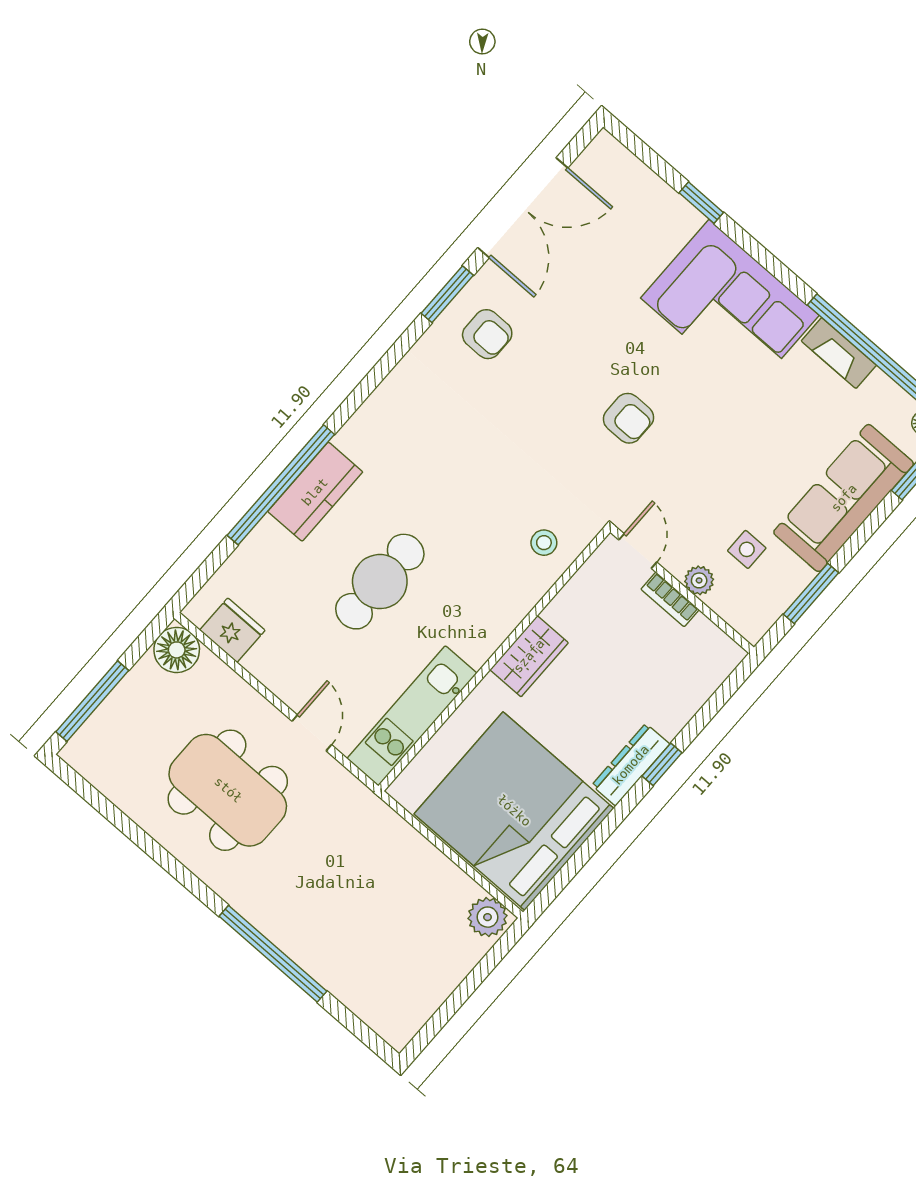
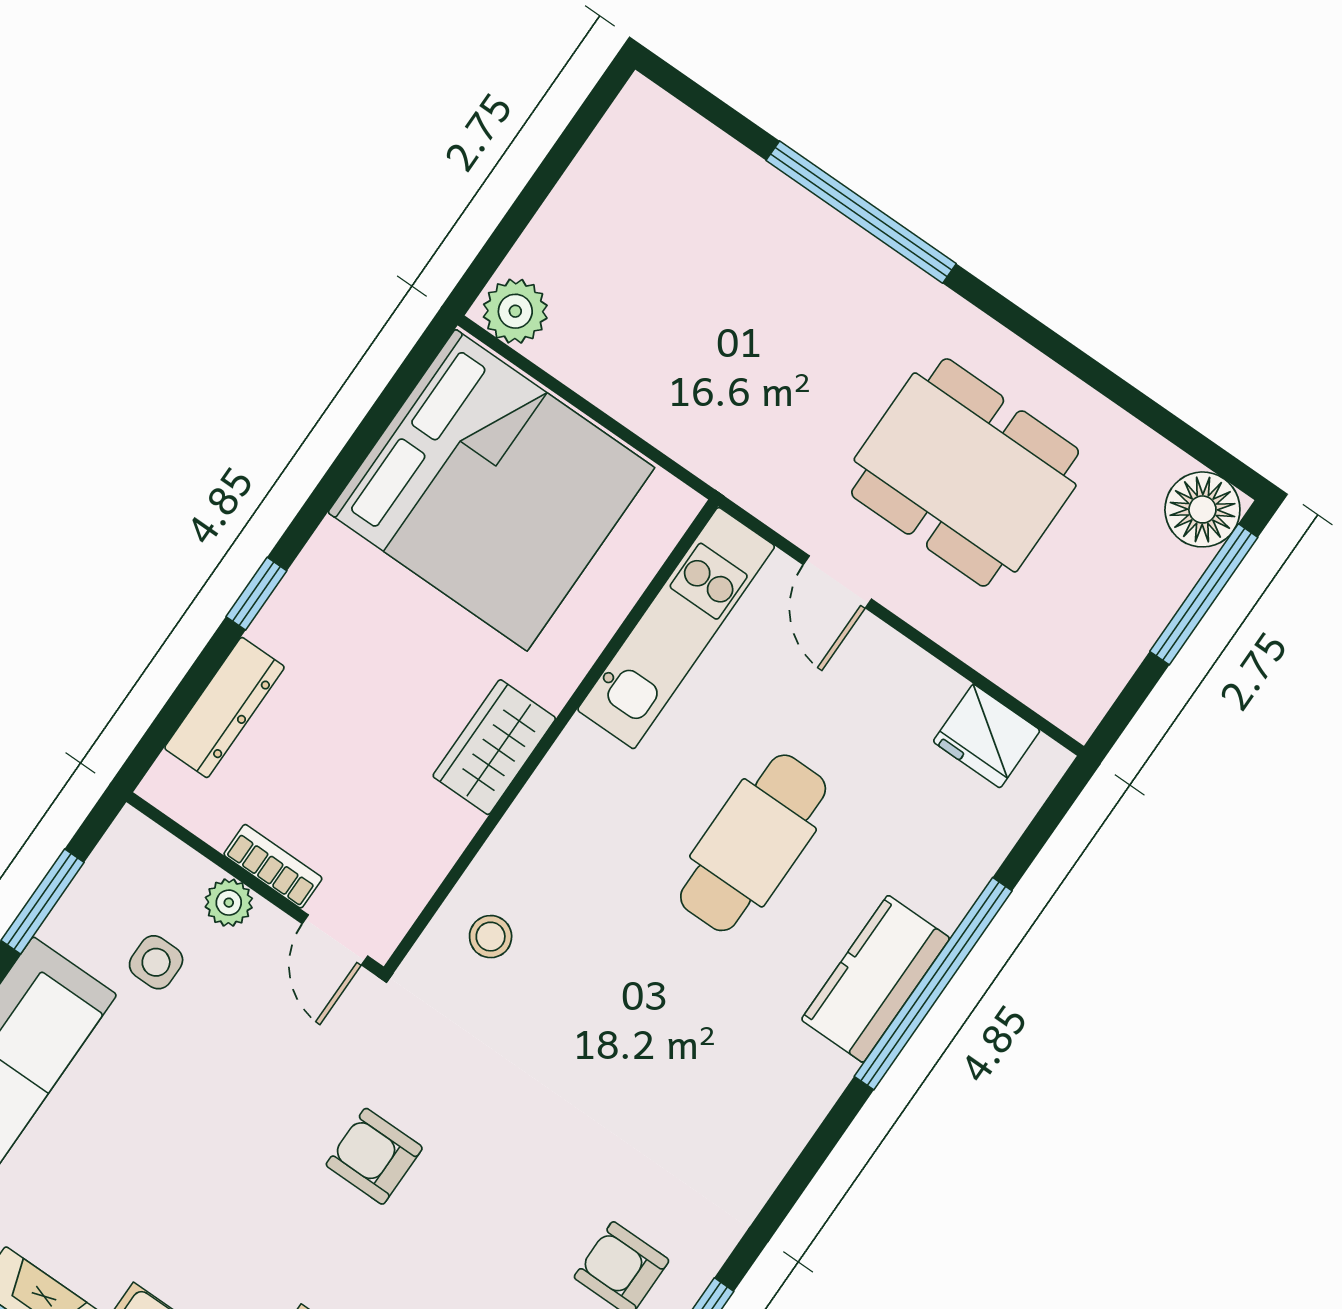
floor lamp: (177, 650) -> (1202, 509), moved
dresser: (631, 765) -> (224, 707), moved

